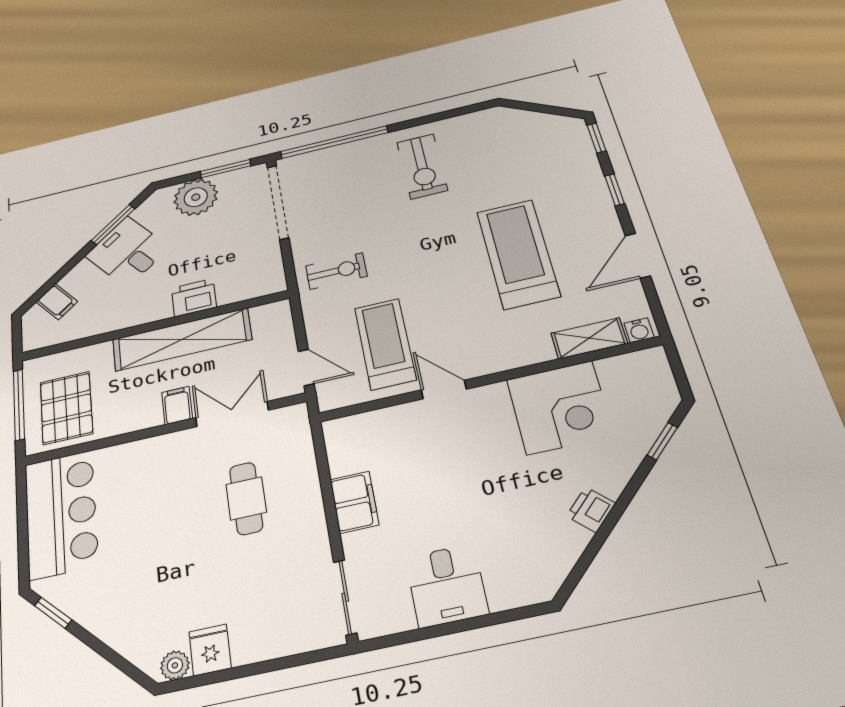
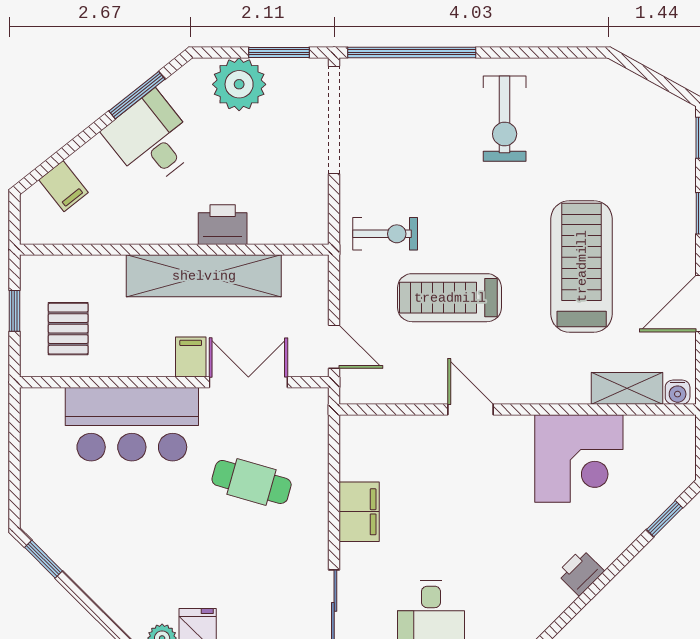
treadmill: (385, 344) -> (450, 298), moved, turned -90
window: (19, 405) -> (14, 311), width x0.46
pallet: (66, 408) -> (68, 329), width x0.67, depth x0.71
cafe table: (246, 498) -> (252, 482), turned -74
bar counter: (61, 514) -> (132, 424), moved, turned 90

